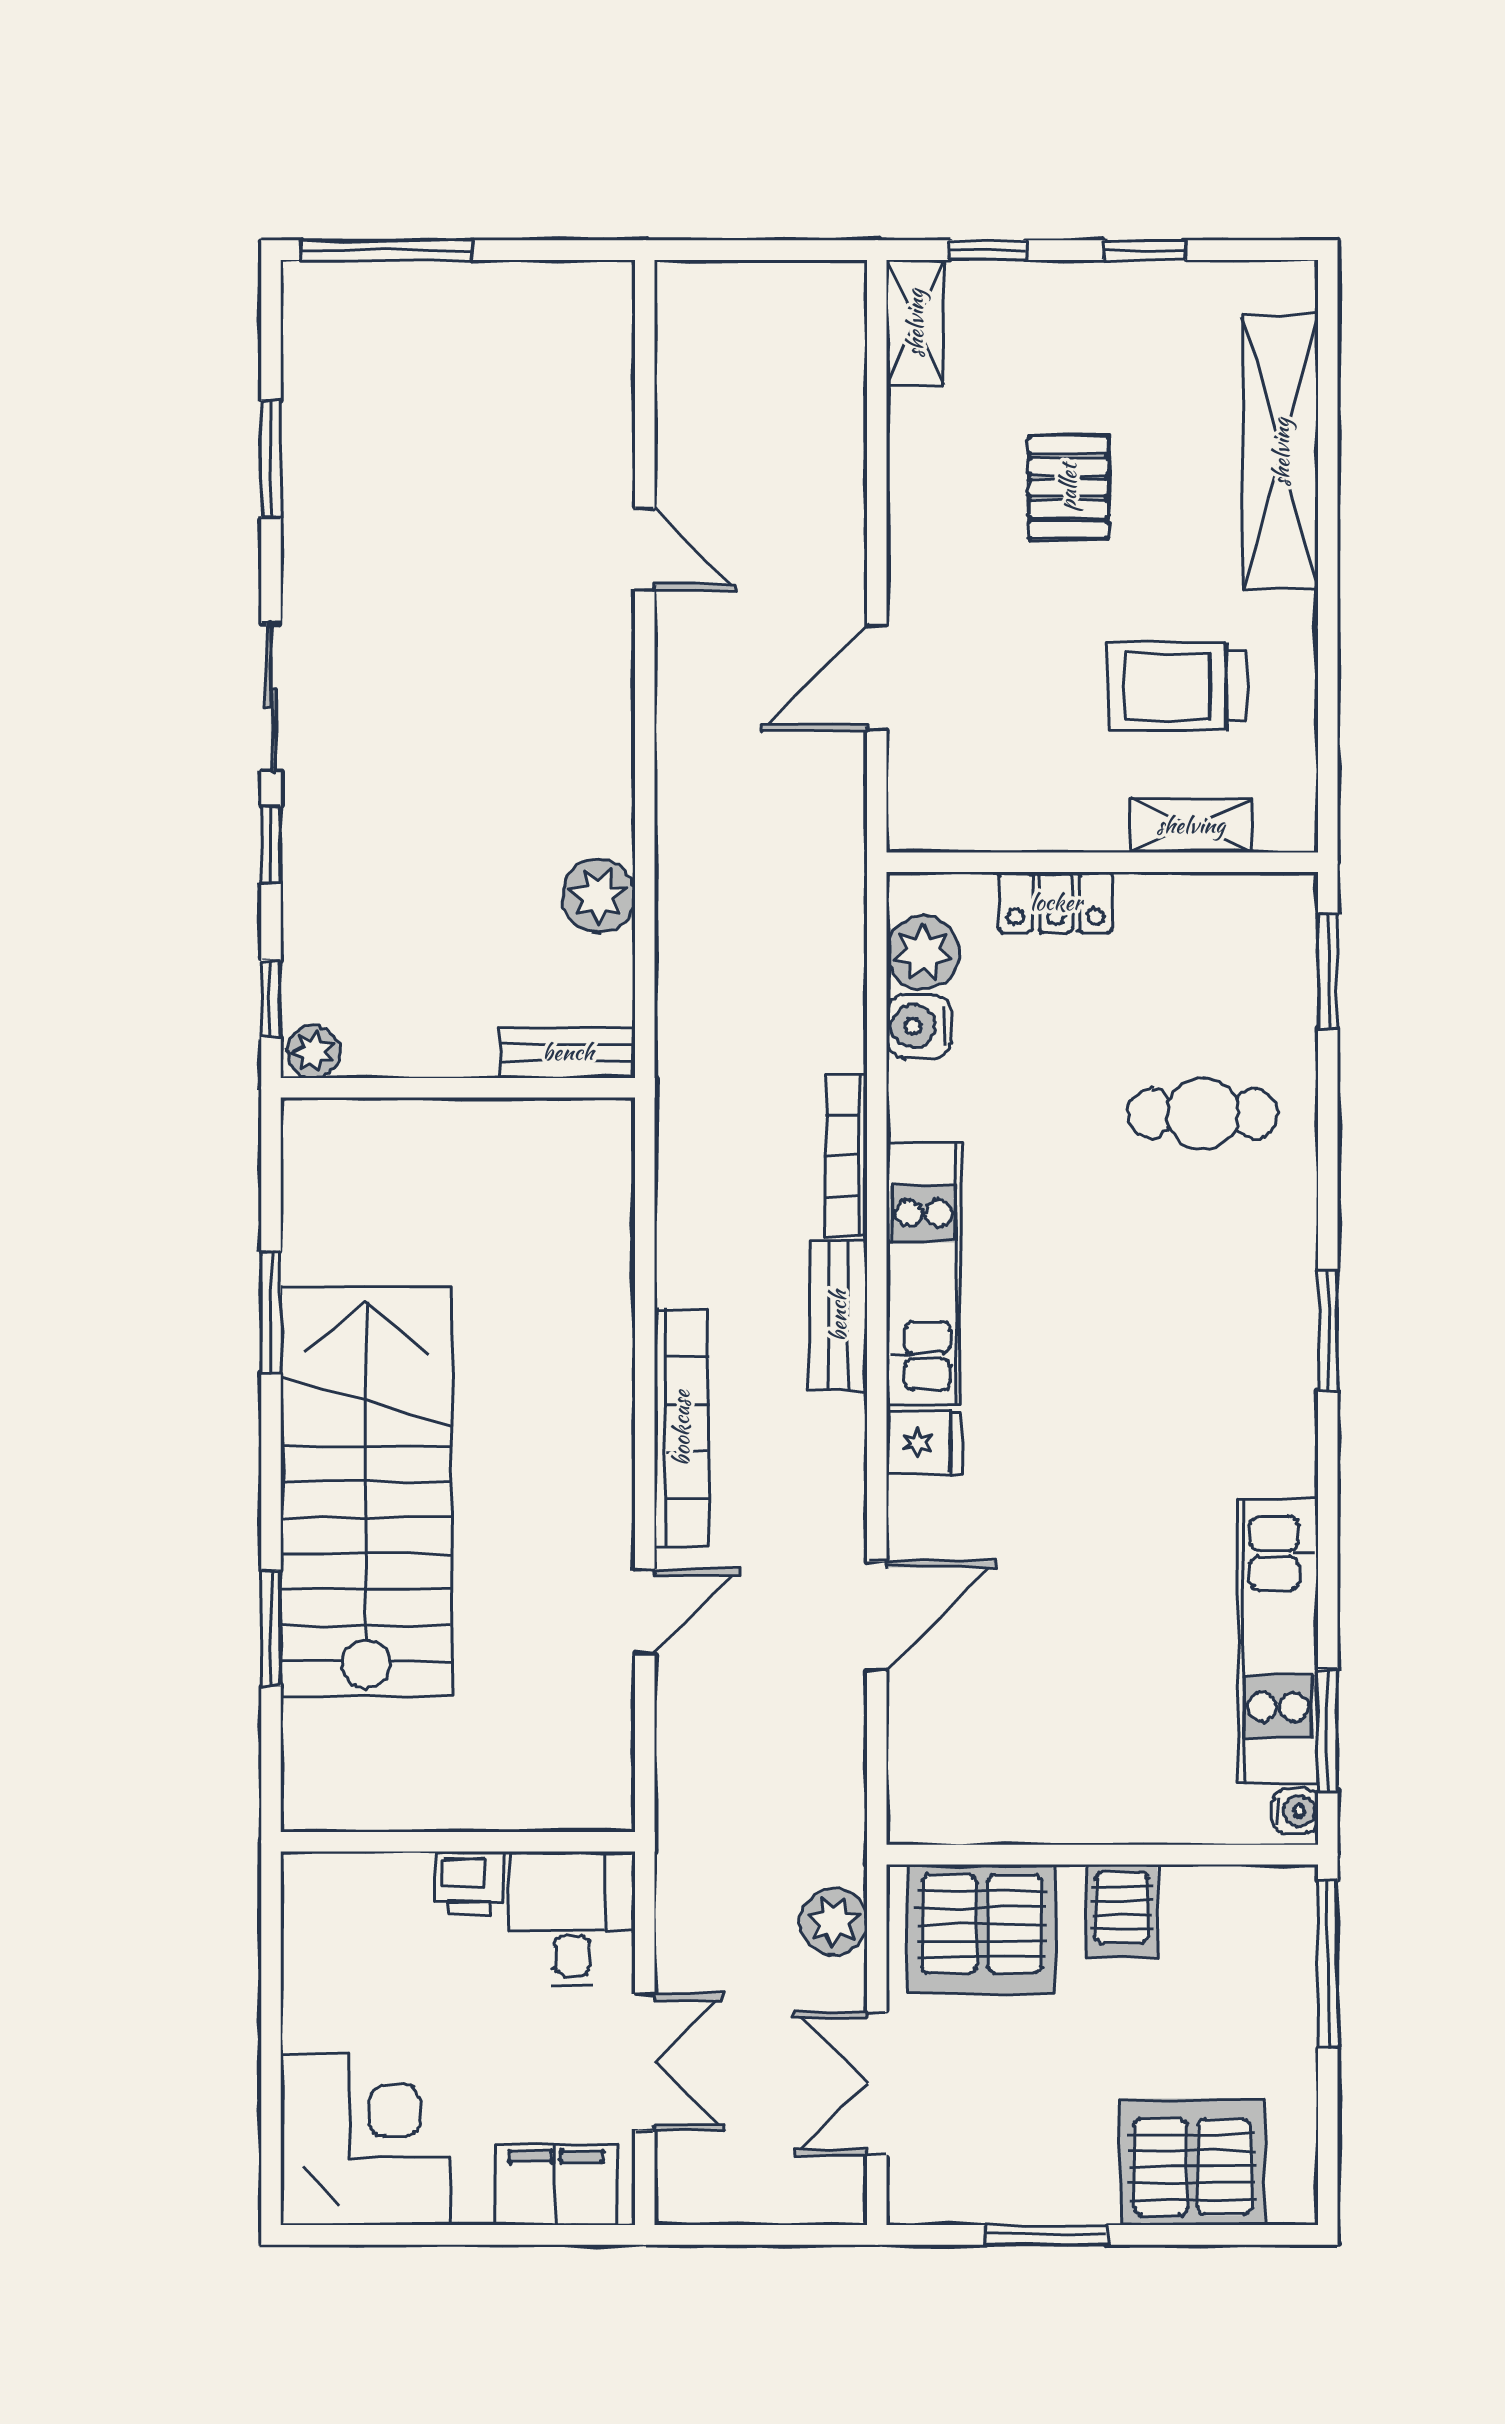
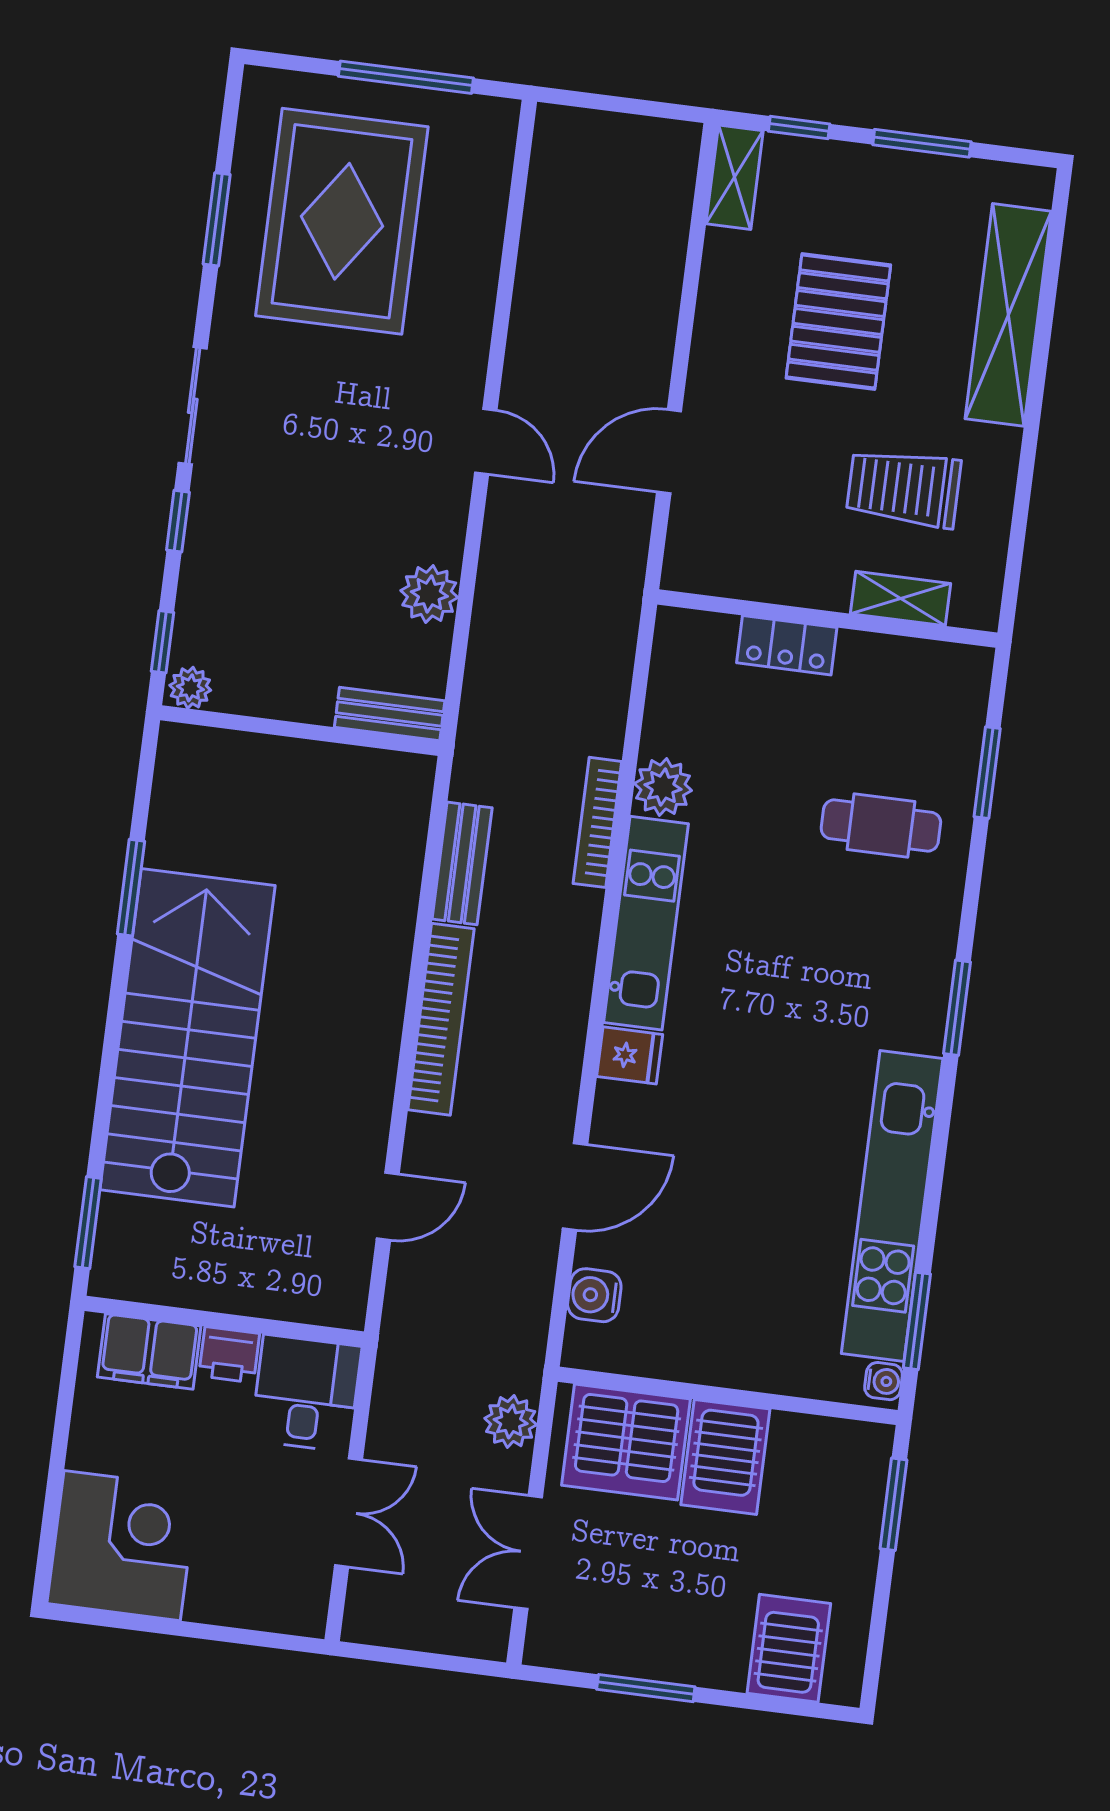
window: (386, 250) -> (406, 77), moved
window: (1145, 250) -> (922, 143), width x1.50
rug: (429, 441) -> (342, 221), added
pallet: (1068, 487) -> (838, 321), width x1.50, depth x1.42
door: (645, 549) -> (486, 441), moved
plant: (923, 952) -> (663, 787), moved
window: (1328, 971) -> (987, 773), moved
water cooler: (919, 1026) -> (594, 1295), moved
bench: (838, 1316) -> (462, 863), moved
door: (645, 1611) -> (388, 1206), moved
window: (271, 1628) -> (88, 1223), moved
kitchen unit: (1278, 1641) -> (892, 1206), width x1.36
server rack: (1122, 1911) -> (725, 1457), width x1.36, depth x1.44
window: (1328, 1964) -> (893, 1504), width x0.69
server rack: (1192, 2162) -> (789, 1648), width x0.62
filing cabinet: (556, 2185) -> (149, 1352), moved, turned 180

